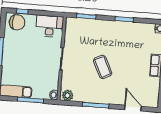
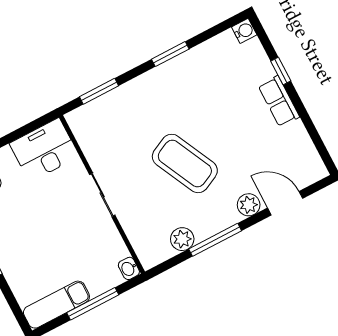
coffee table: (103, 67) -> (185, 163), width x1.36, depth x1.32
plant: (68, 95) -> (182, 239), moved
plant: (118, 99) -> (249, 205), added

